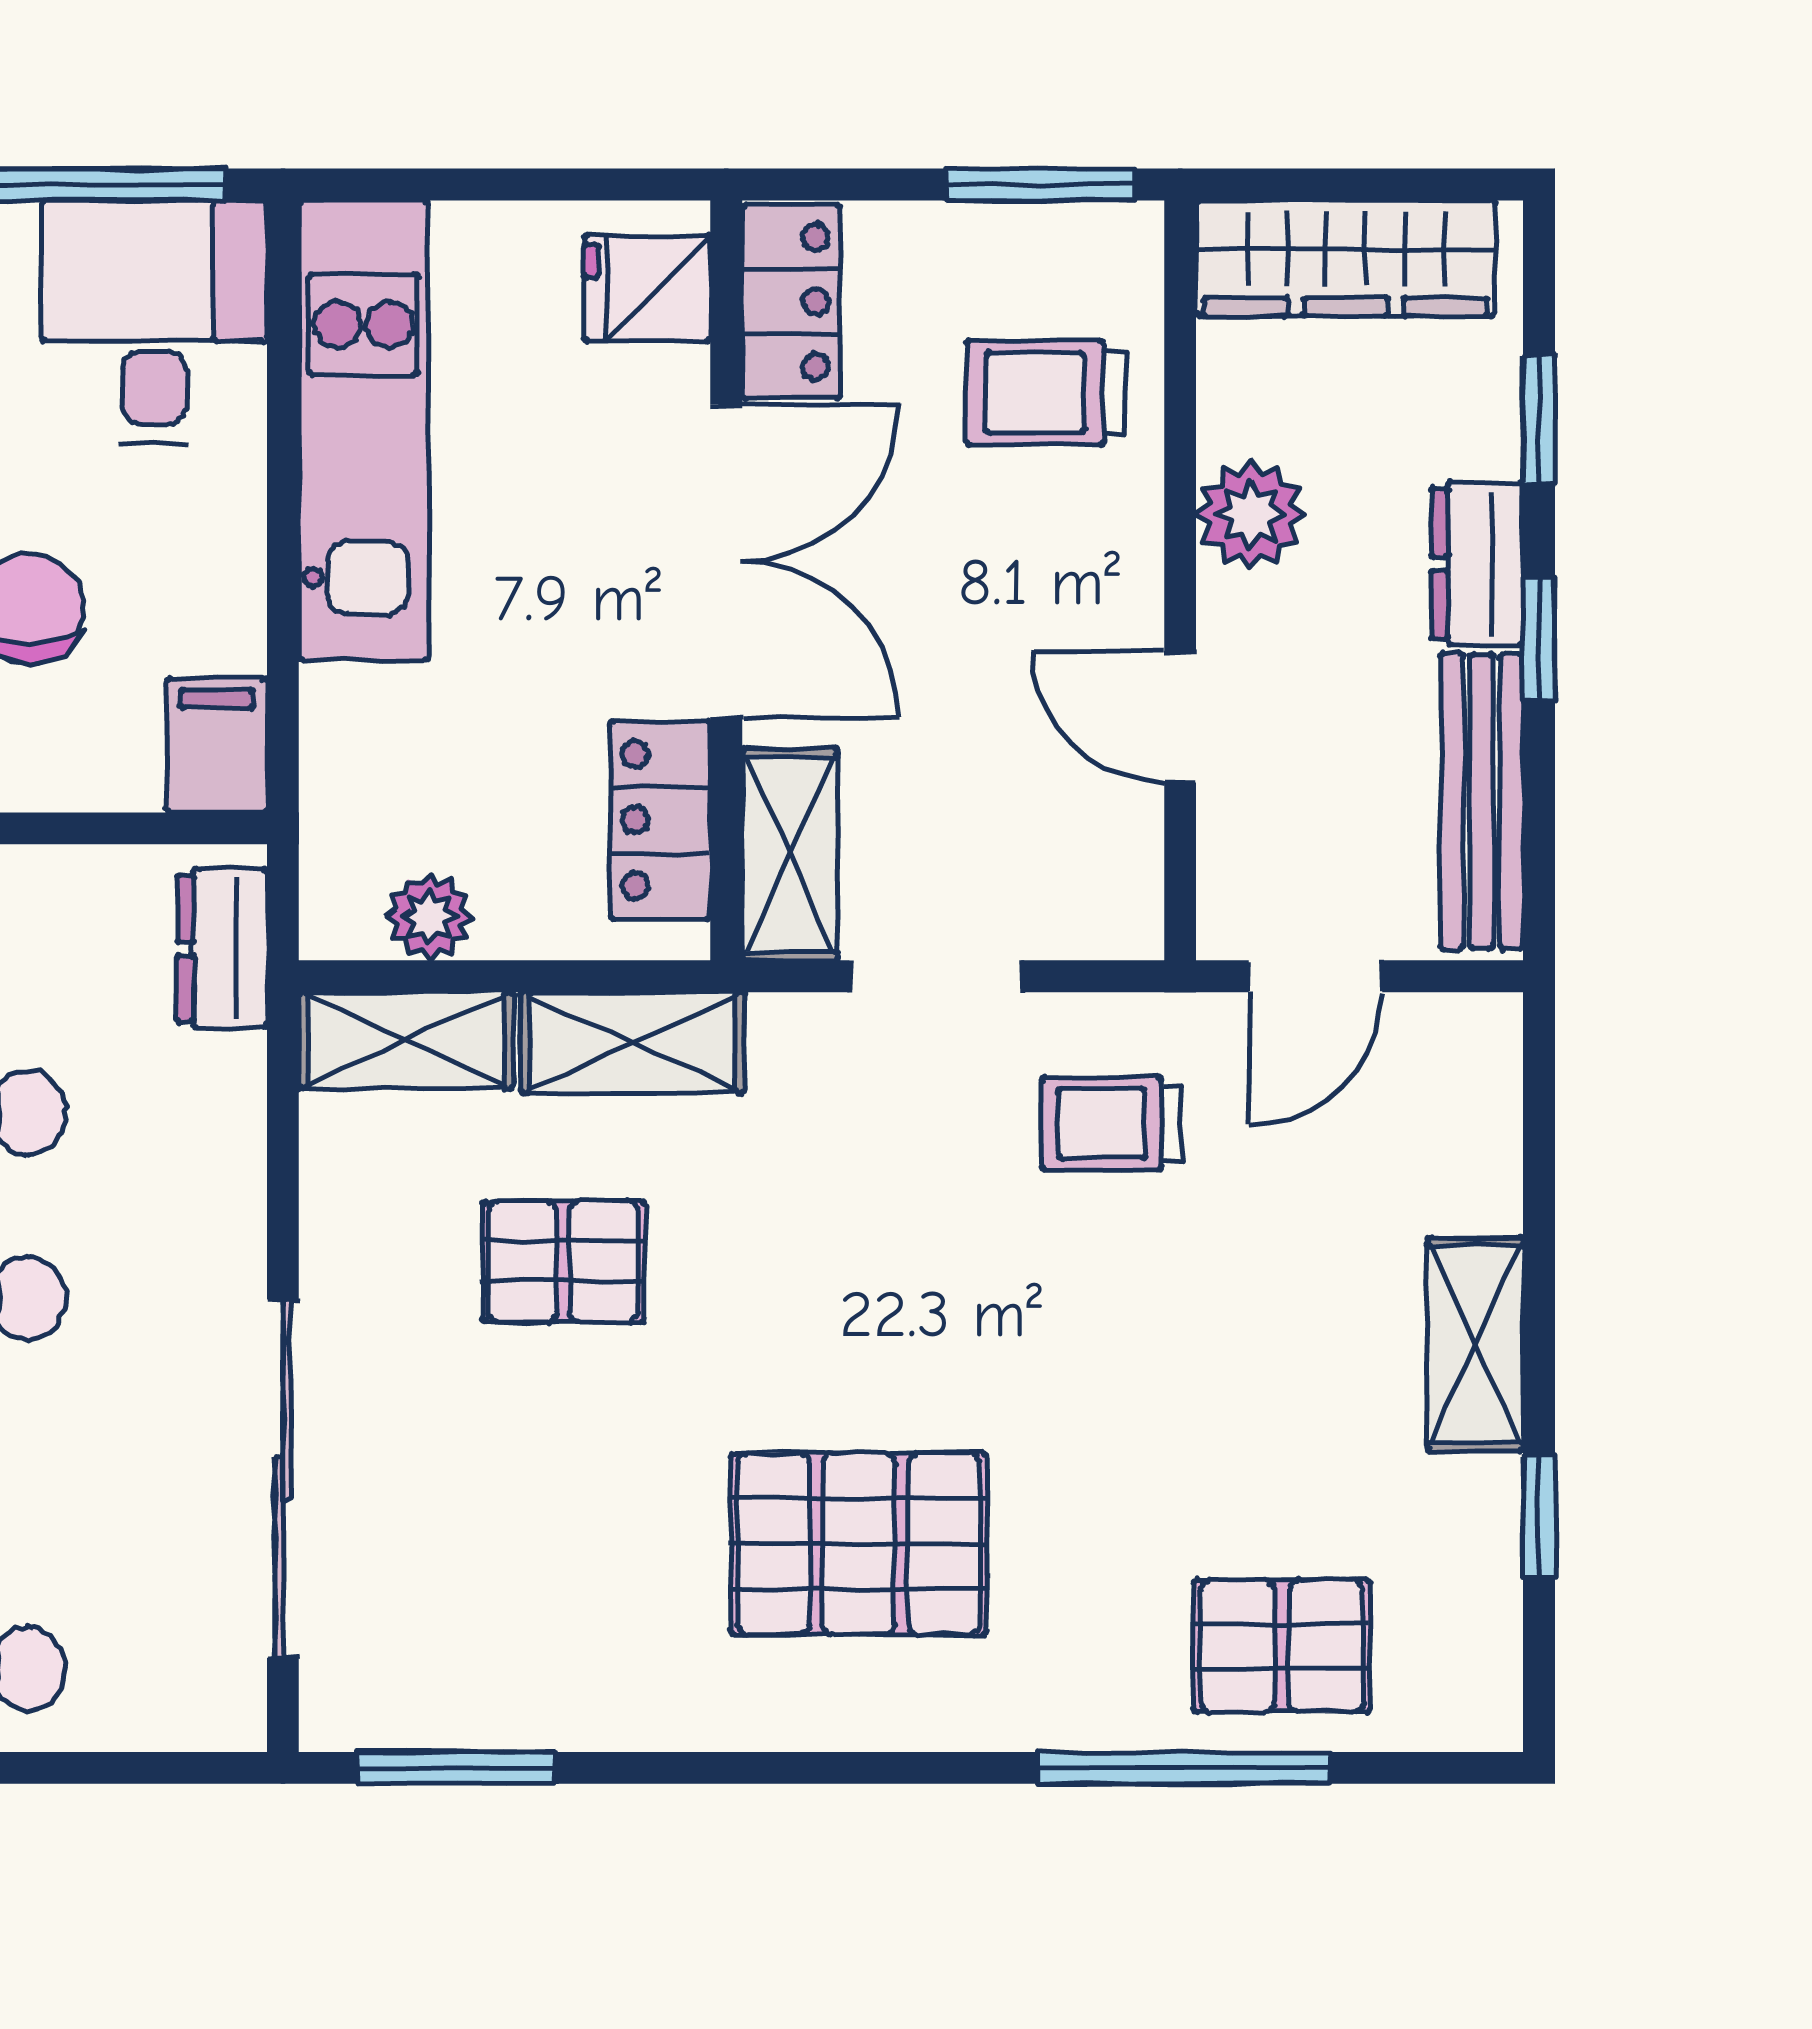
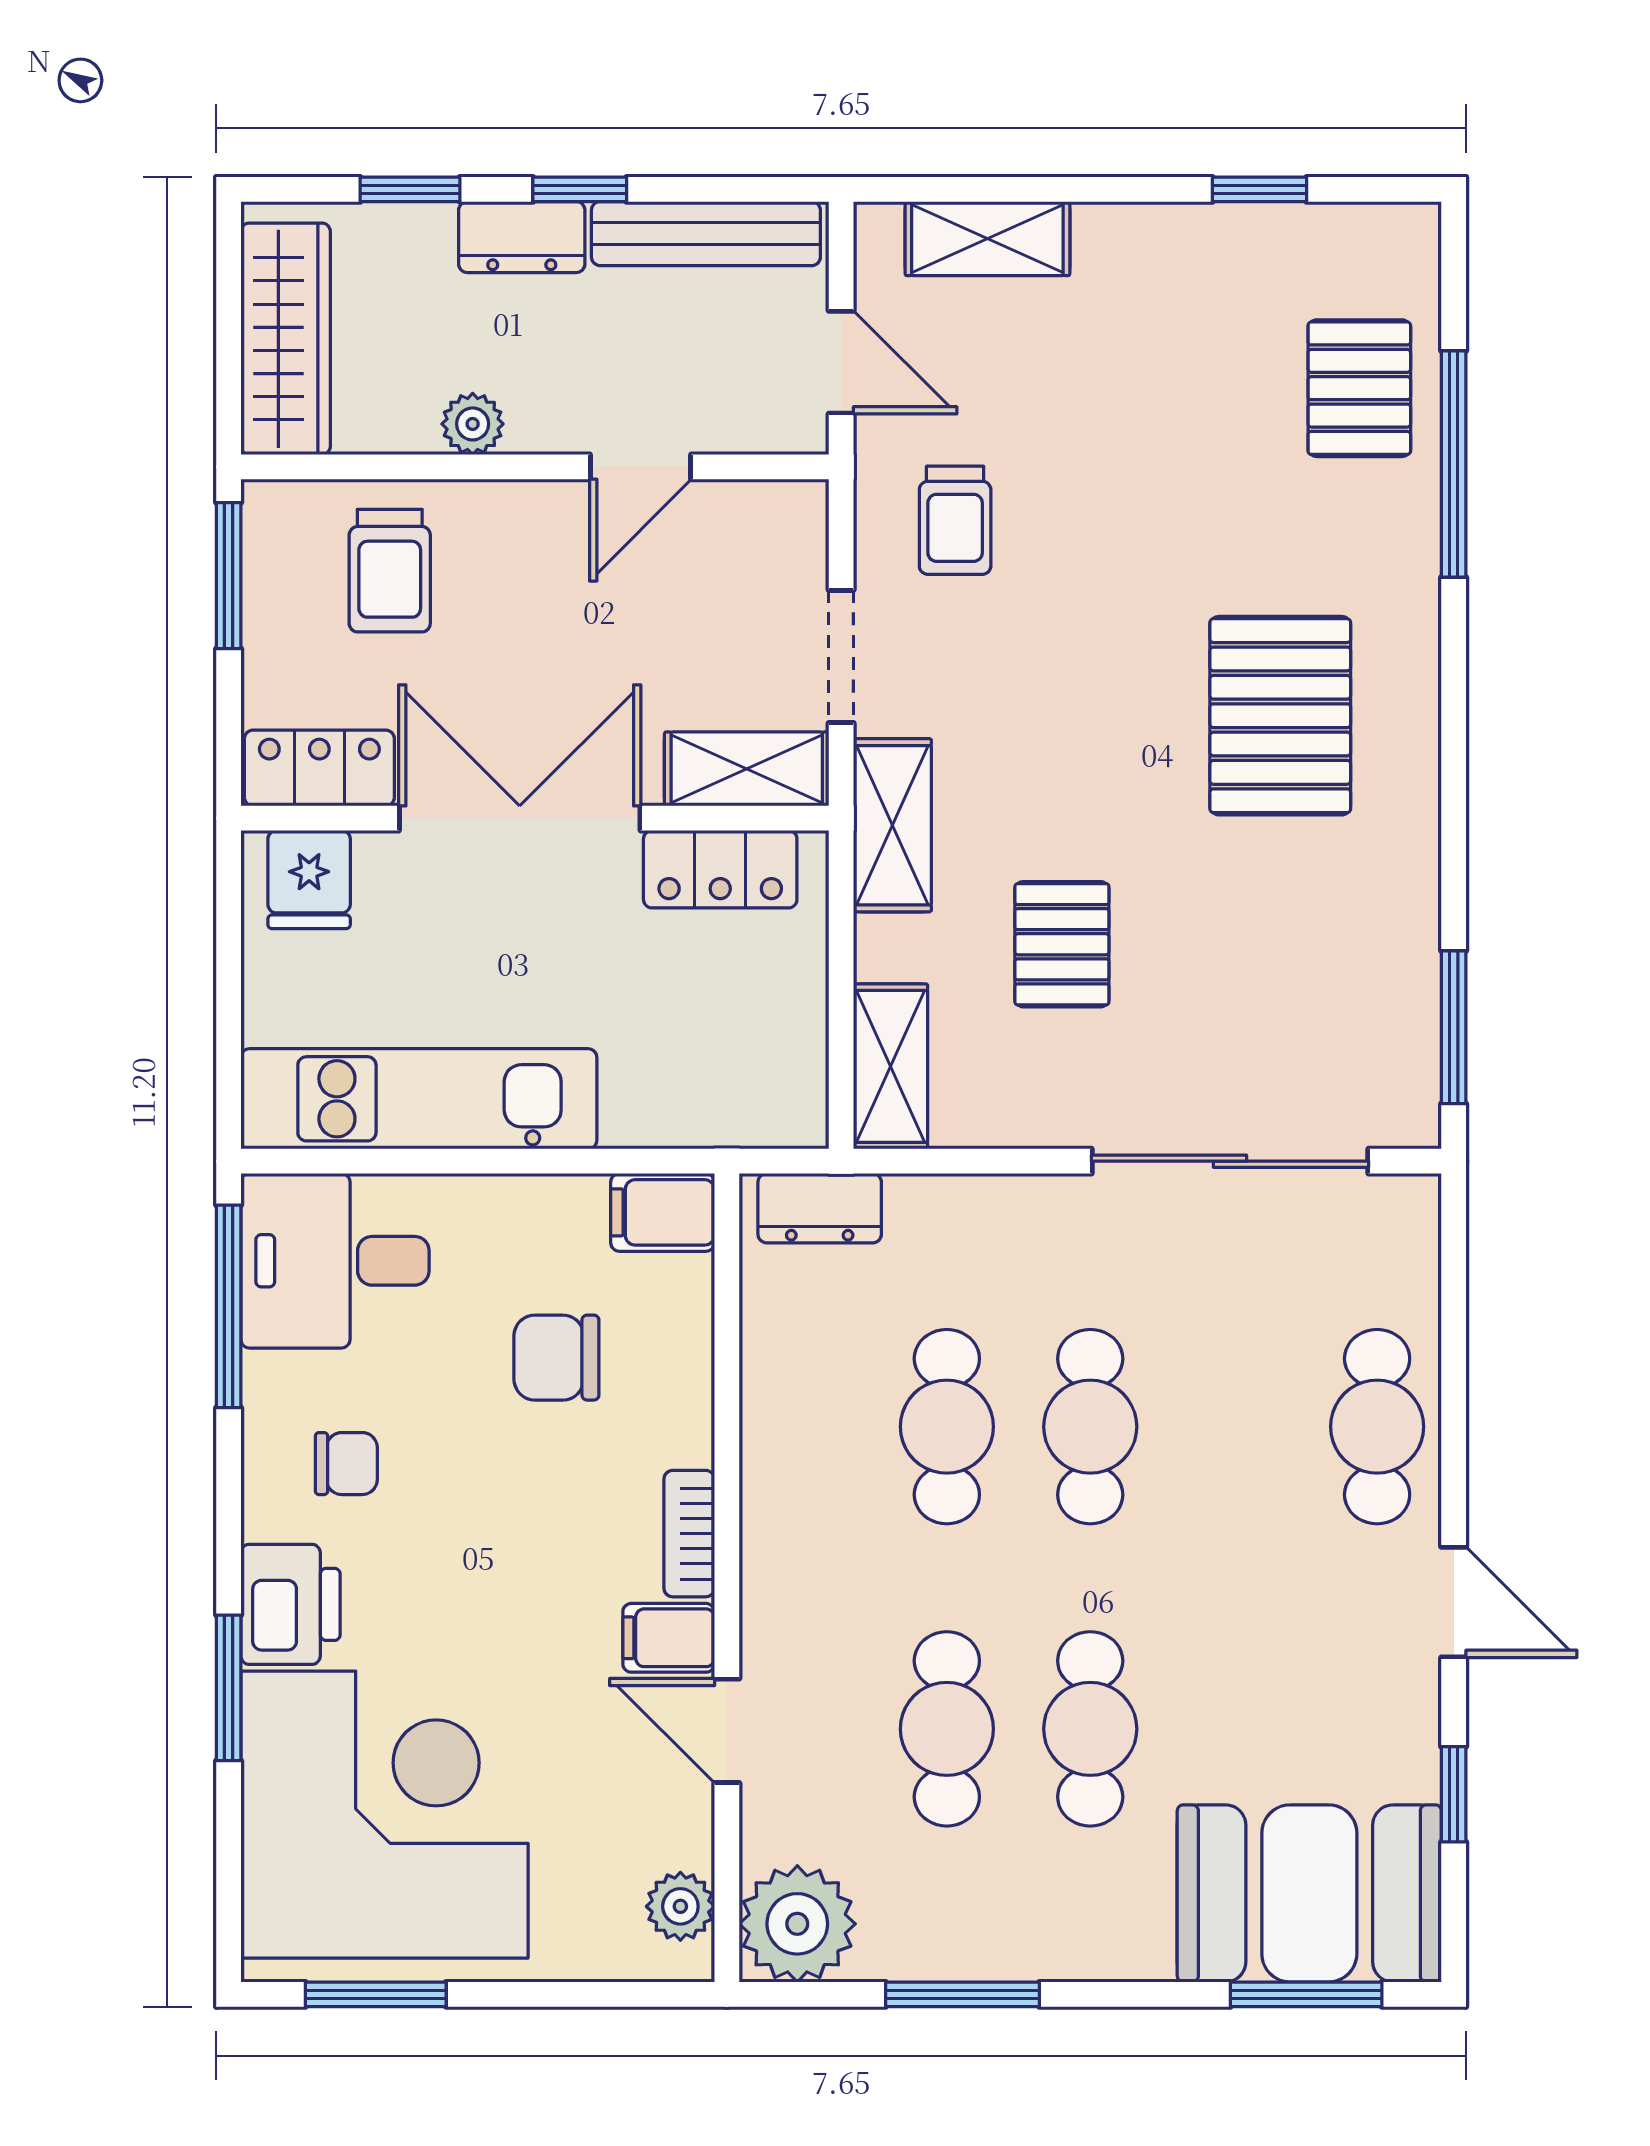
plant: (1251, 515) -> (473, 424), width x0.73, depth x0.73
plant: (430, 917) -> (795, 1048), removed
shelving: (633, 1042) -> (892, 825), moved
shelving: (1475, 1344) -> (987, 239), moved

